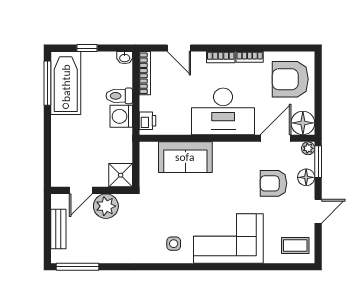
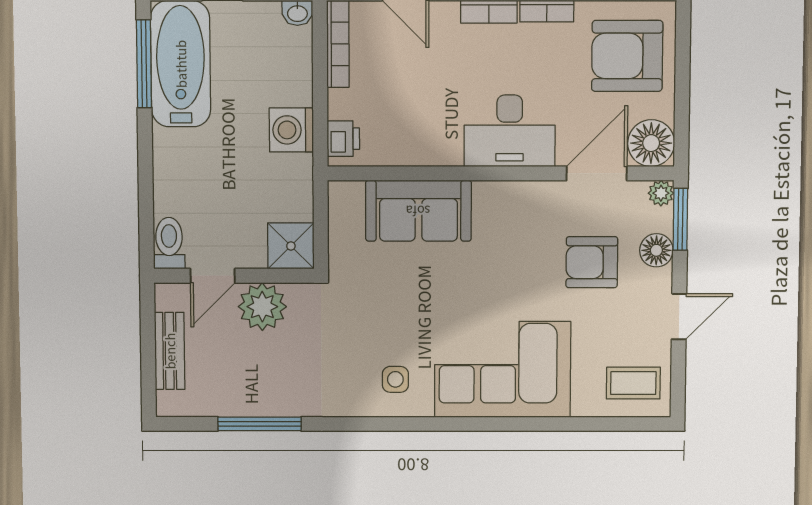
toilet: (119, 96) -> (169, 243), moved, turned 90
desk: (223, 111) -> (510, 131), width x0.73, depth x0.77
window: (77, 267) -> (260, 424), moved

